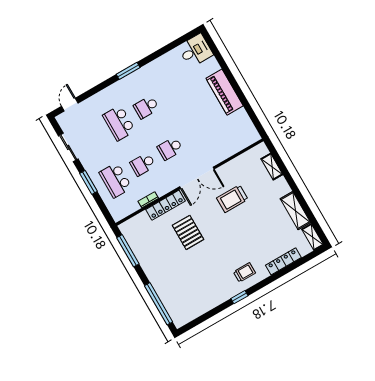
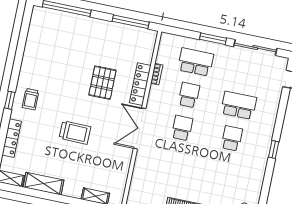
window: (128, 71) -> (274, 150), width x0.67
sliding door: (68, 147) -> (255, 48), width x1.37
trolley: (232, 199) -> (75, 132), moved, turned 91
pallet: (188, 232) -> (102, 83), turned 90
window: (239, 297) -> (10, 100), moved

